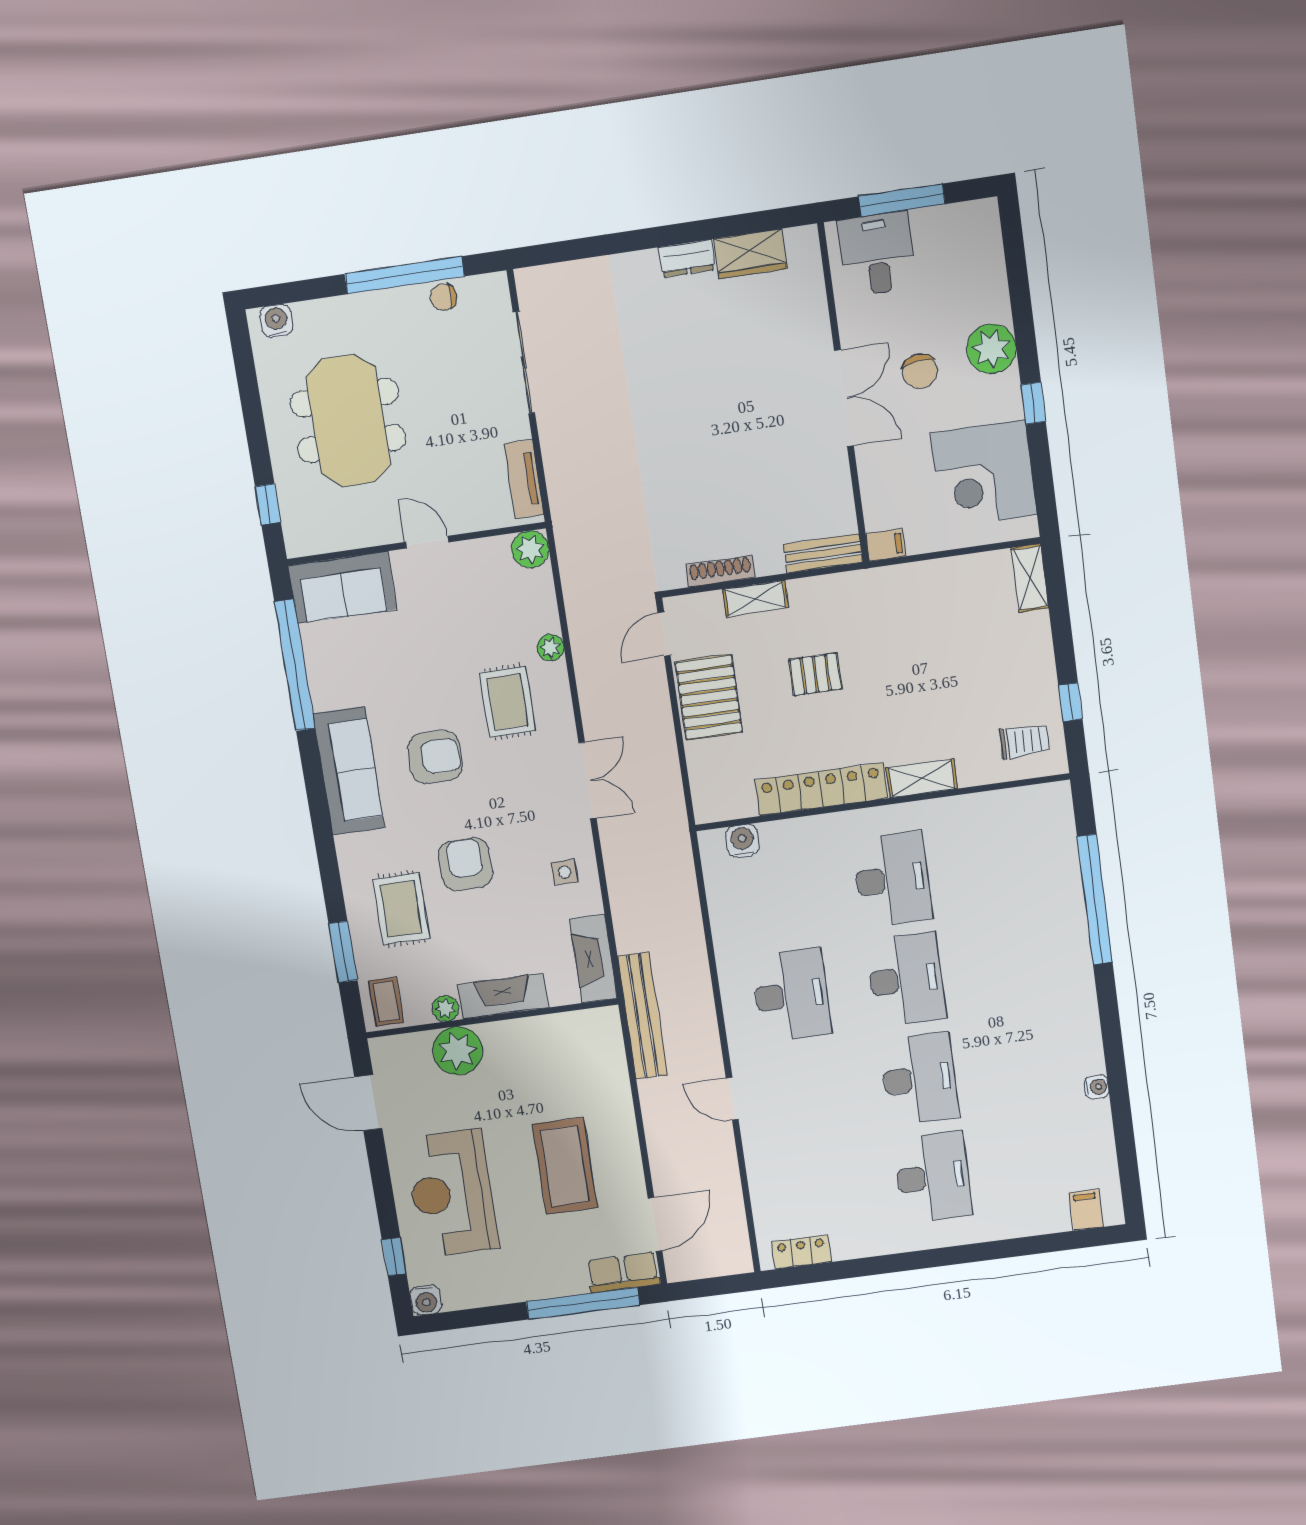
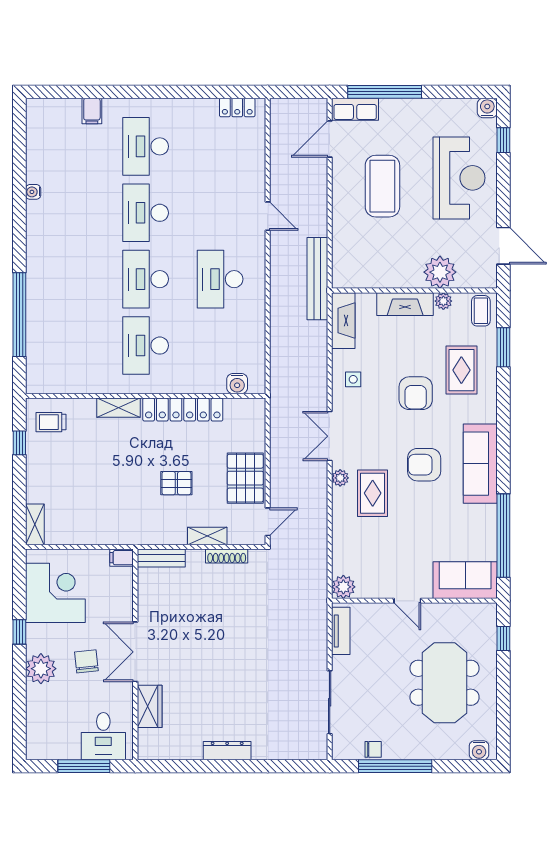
wardrobe: (750, 254) -> (150, 706), moved, turned 90
dresser: (687, 258) -> (227, 751), width x1.44
plant: (550, 648) -> (340, 478), moved
filing cabinet: (1086, 1210) -> (92, 111), moved

